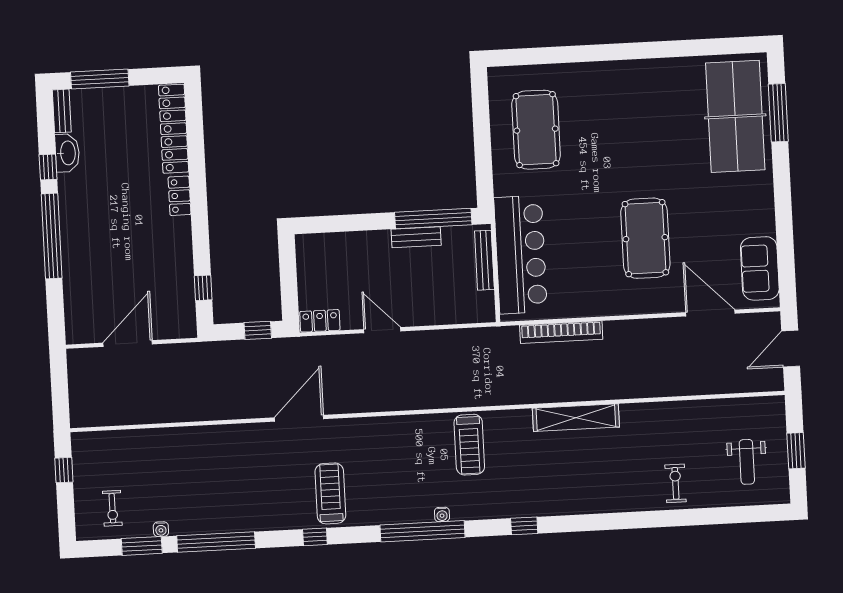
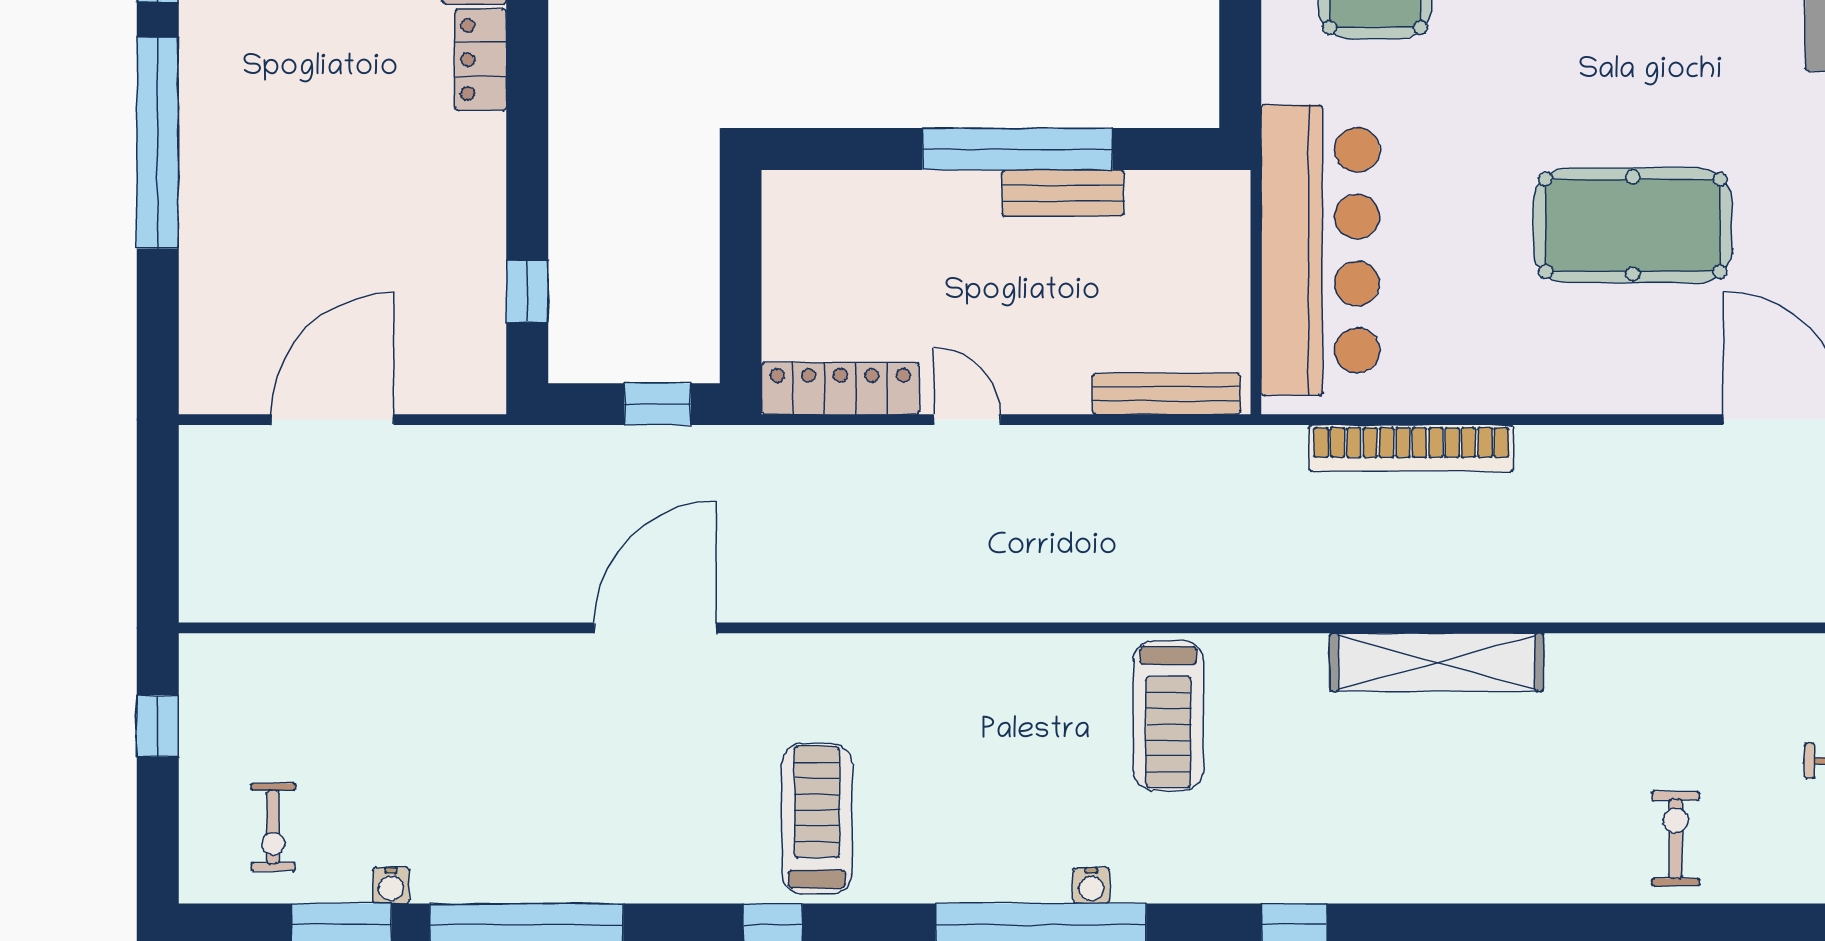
window: (433, 219) -> (1017, 149), moved
pool table: (645, 238) -> (1633, 225), turned 90
bench: (484, 260) -> (1166, 394), moved, turned 90
locker: (320, 321) -> (840, 388), width x1.53
door: (382, 330) -> (967, 420), width x0.73
door: (299, 418) -> (655, 628), moved

